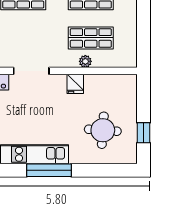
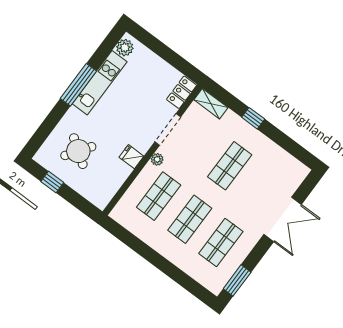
plant: (85, 61) -> (157, 159), moved
round table: (103, 130) -> (78, 151), turned 31

